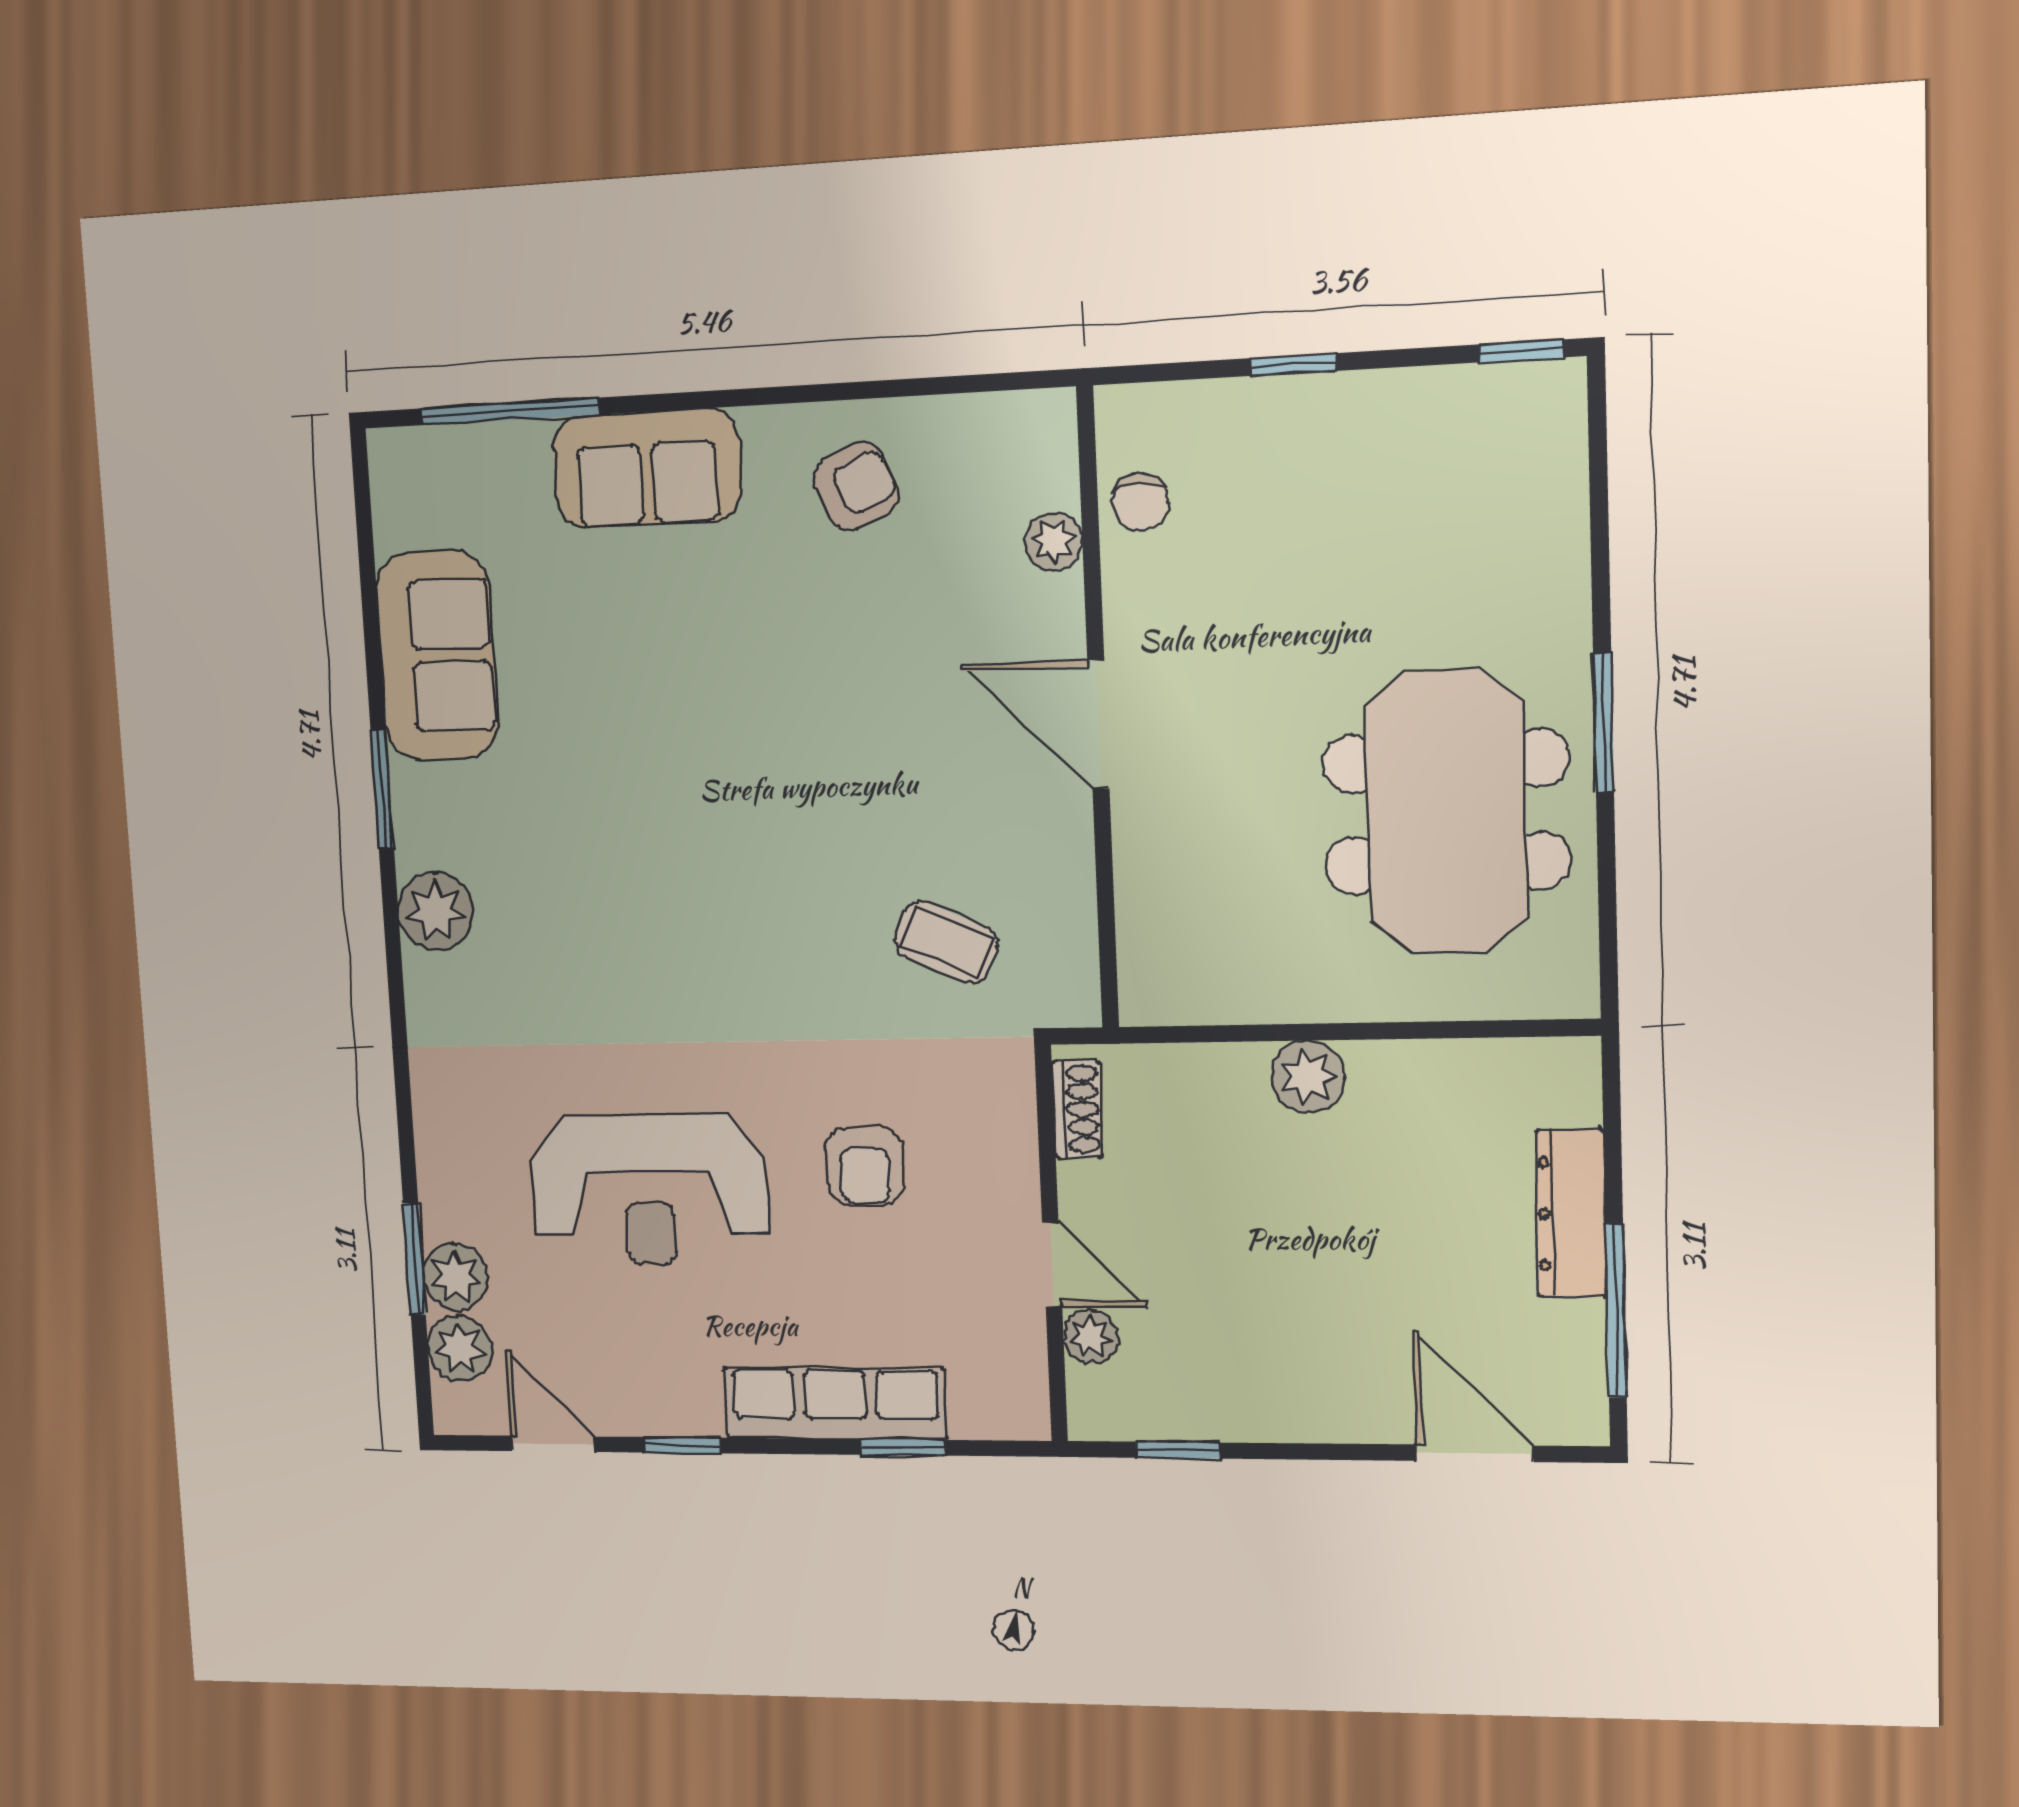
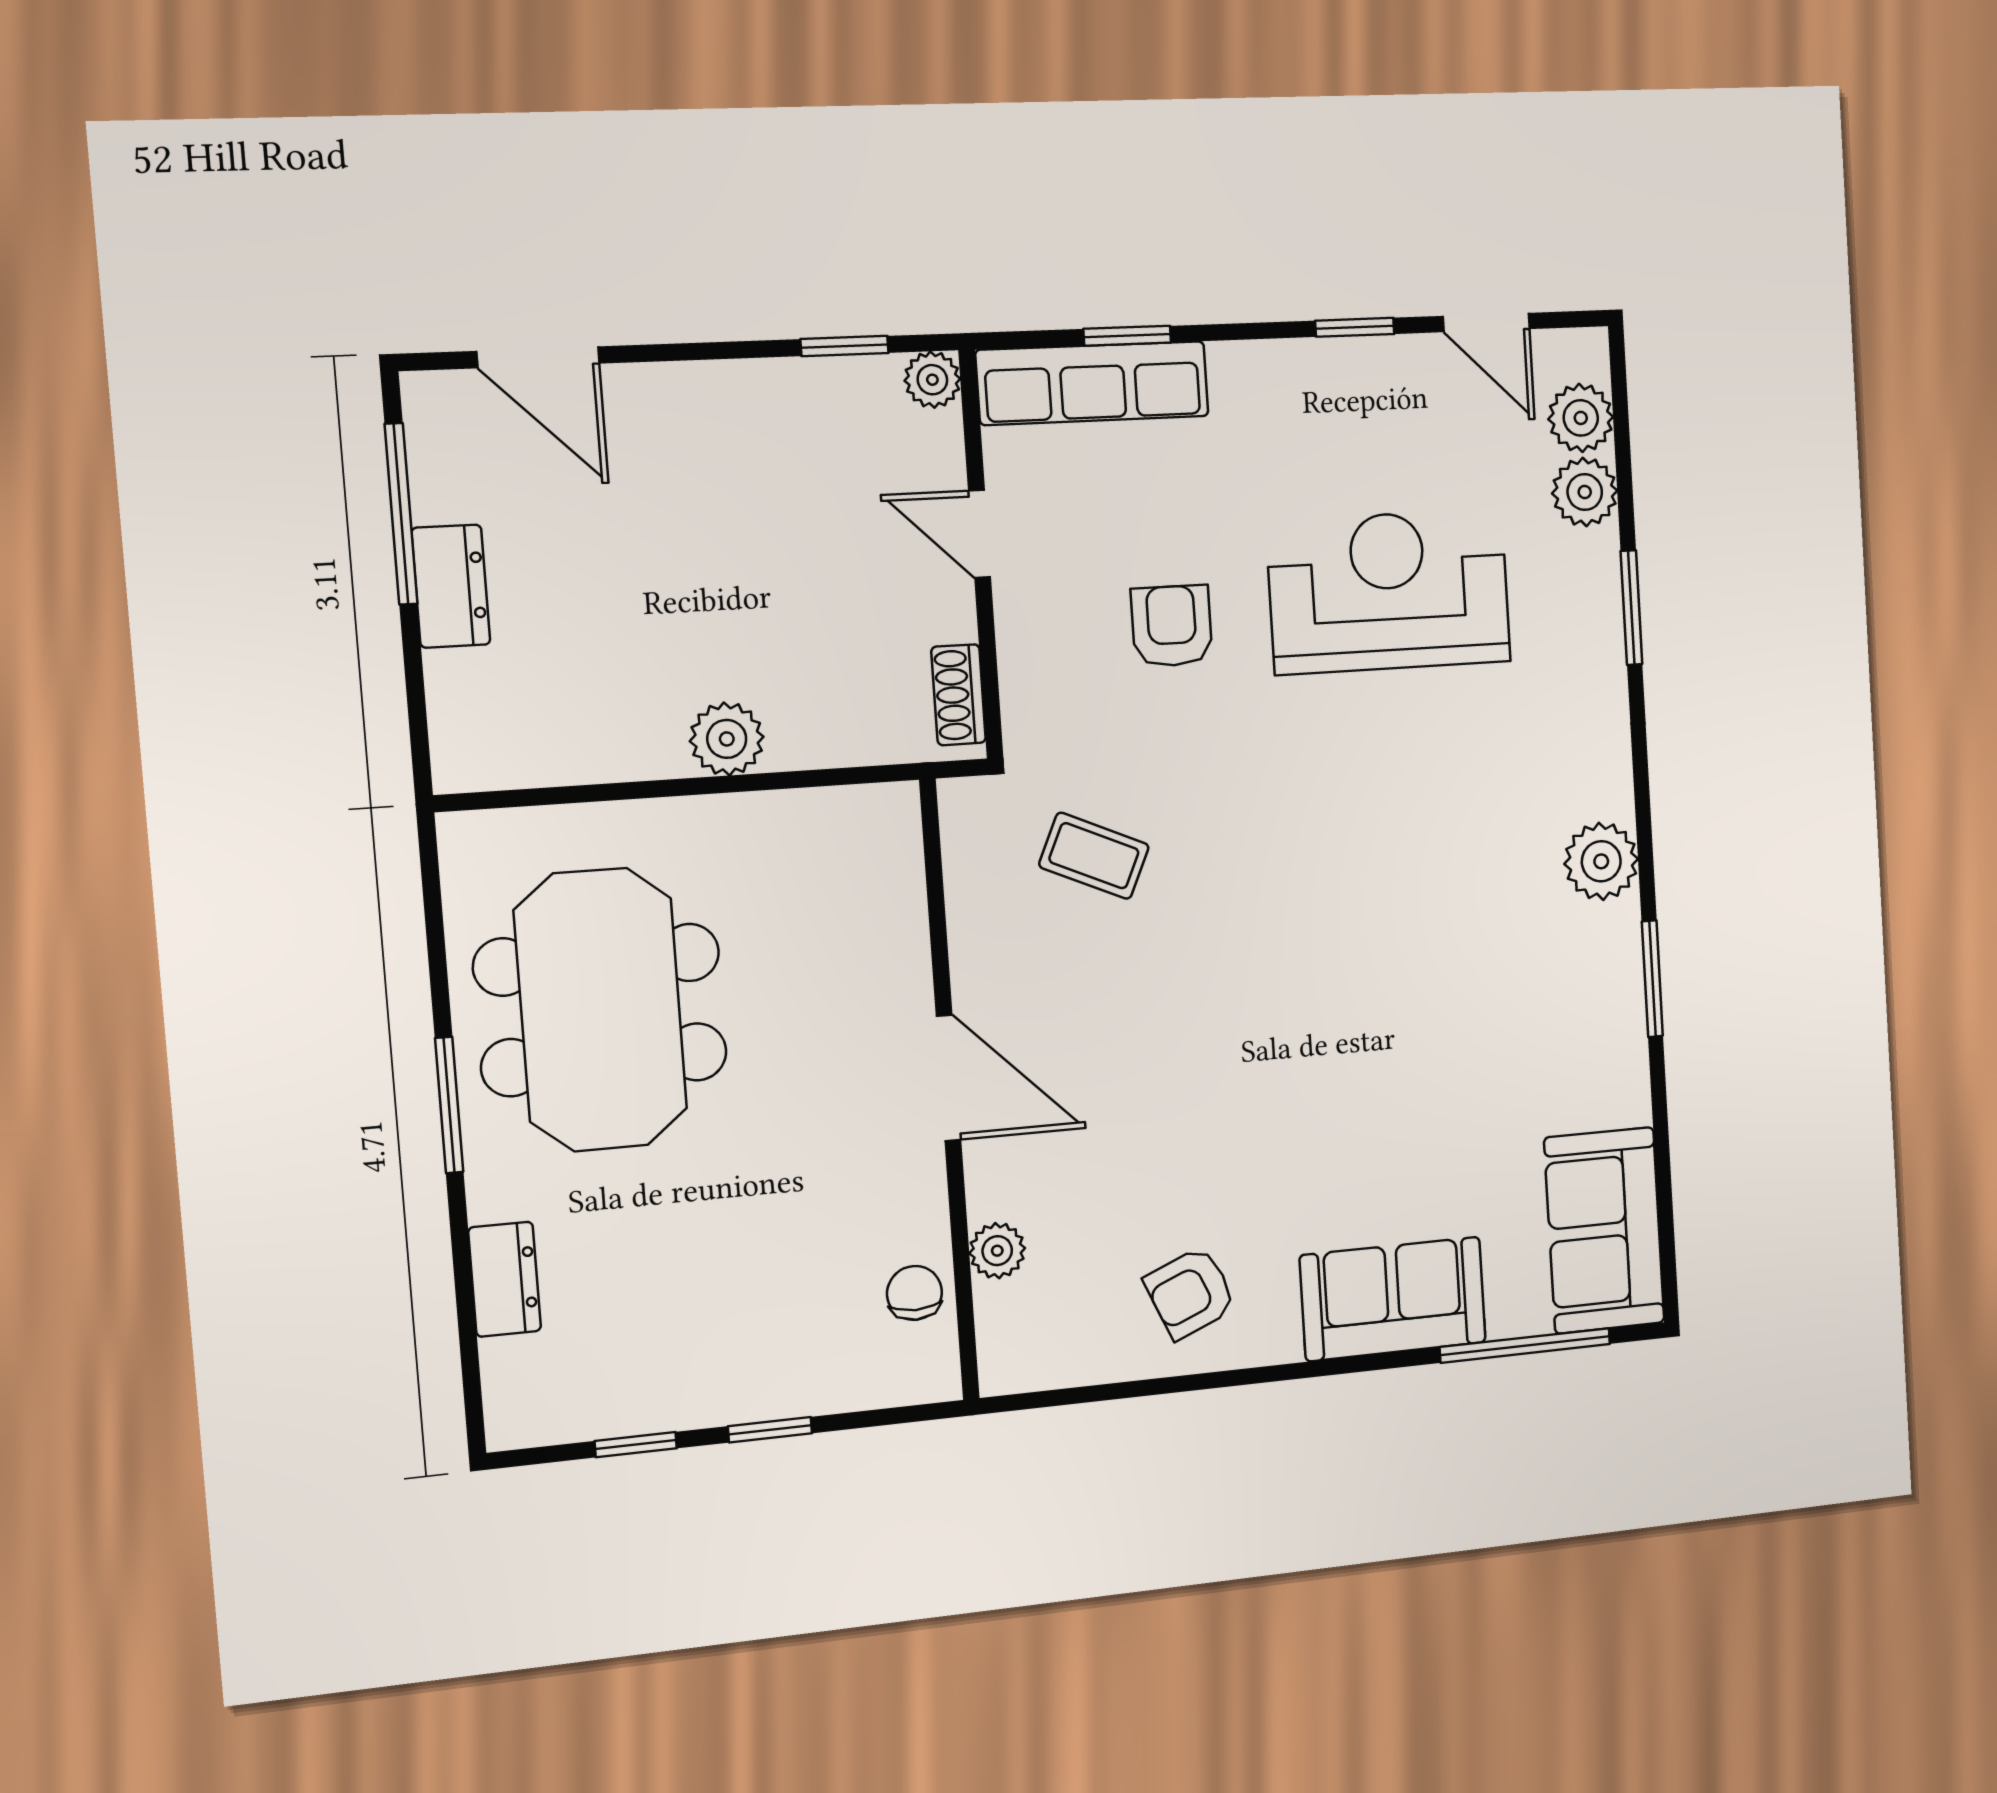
window: (1521, 351) -> (636, 1445), moved
dresser: (1558, 539) -> (505, 1279), added
sofa: (437, 656) -> (1604, 1230), moved
dresser: (1571, 1213) -> (451, 586), width x0.70
window: (414, 1259) -> (1631, 608), moved
plant: (1091, 1337) -> (932, 380), moved
row of seats: (835, 1403) -> (1093, 383), moved

